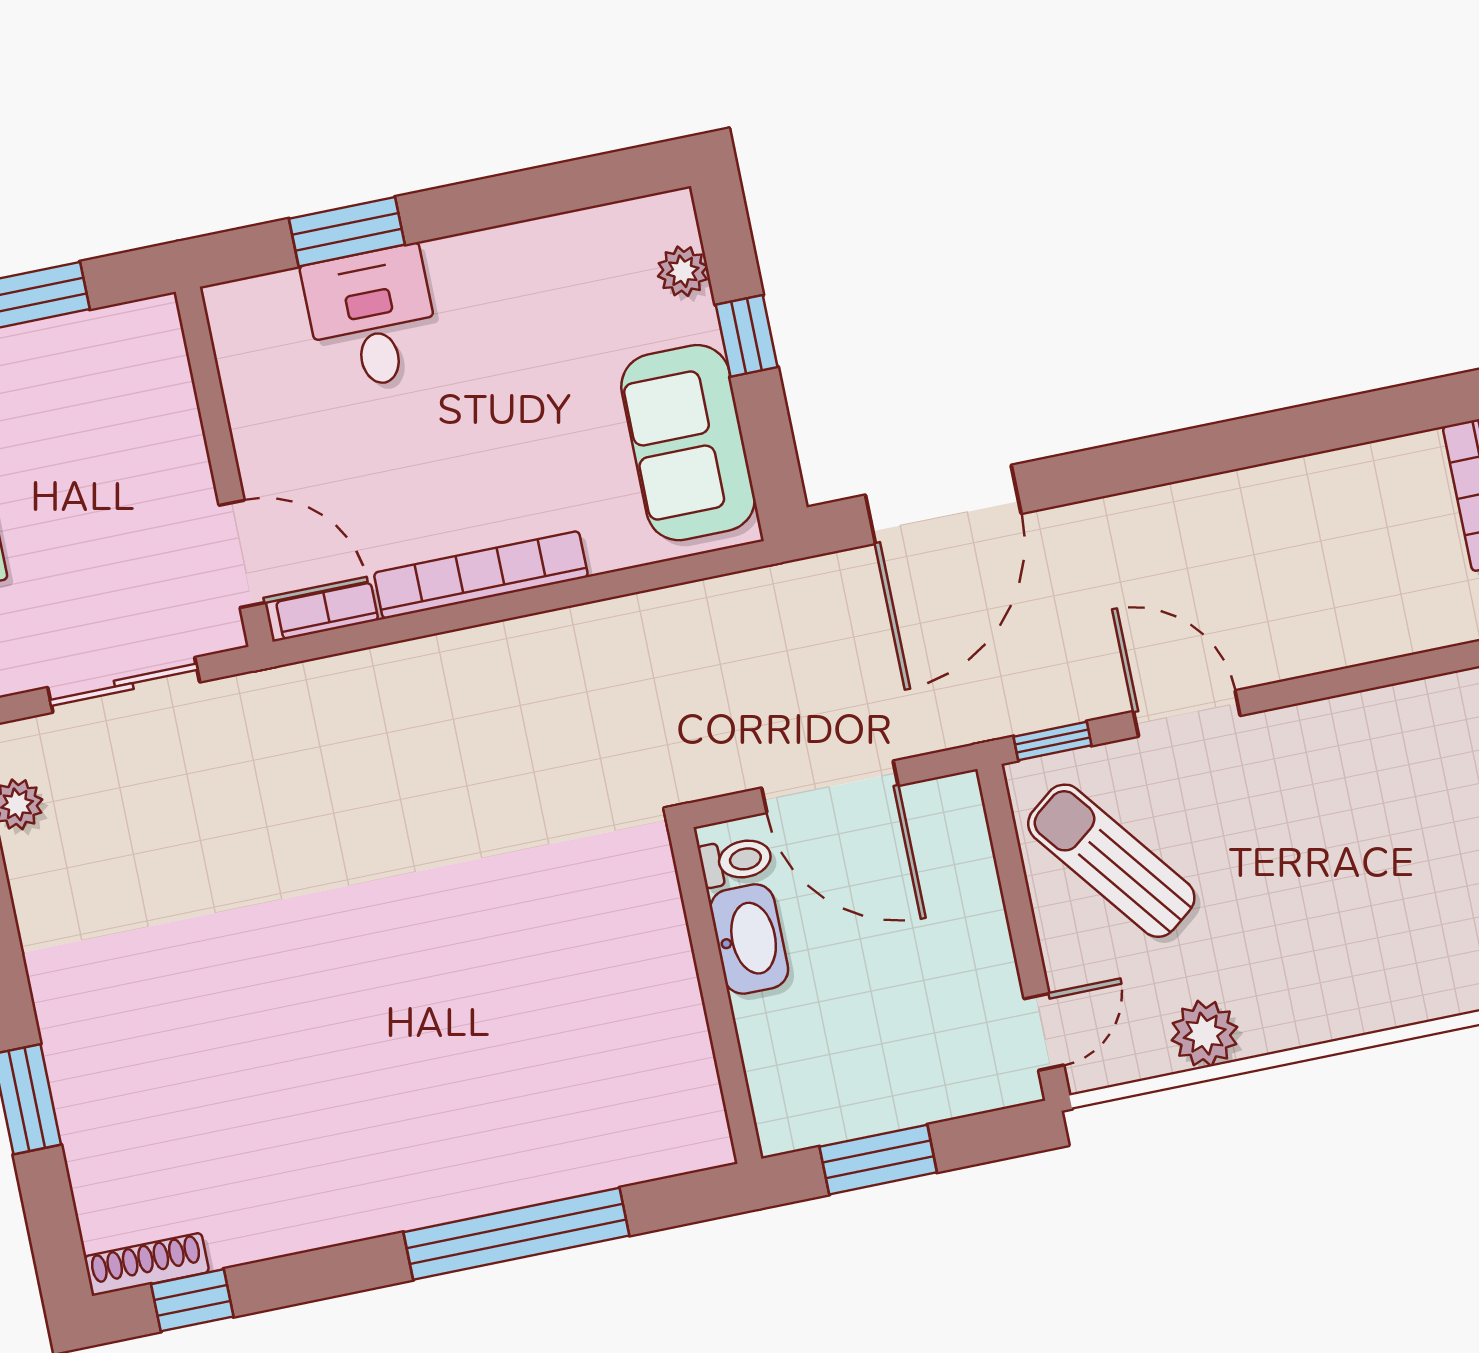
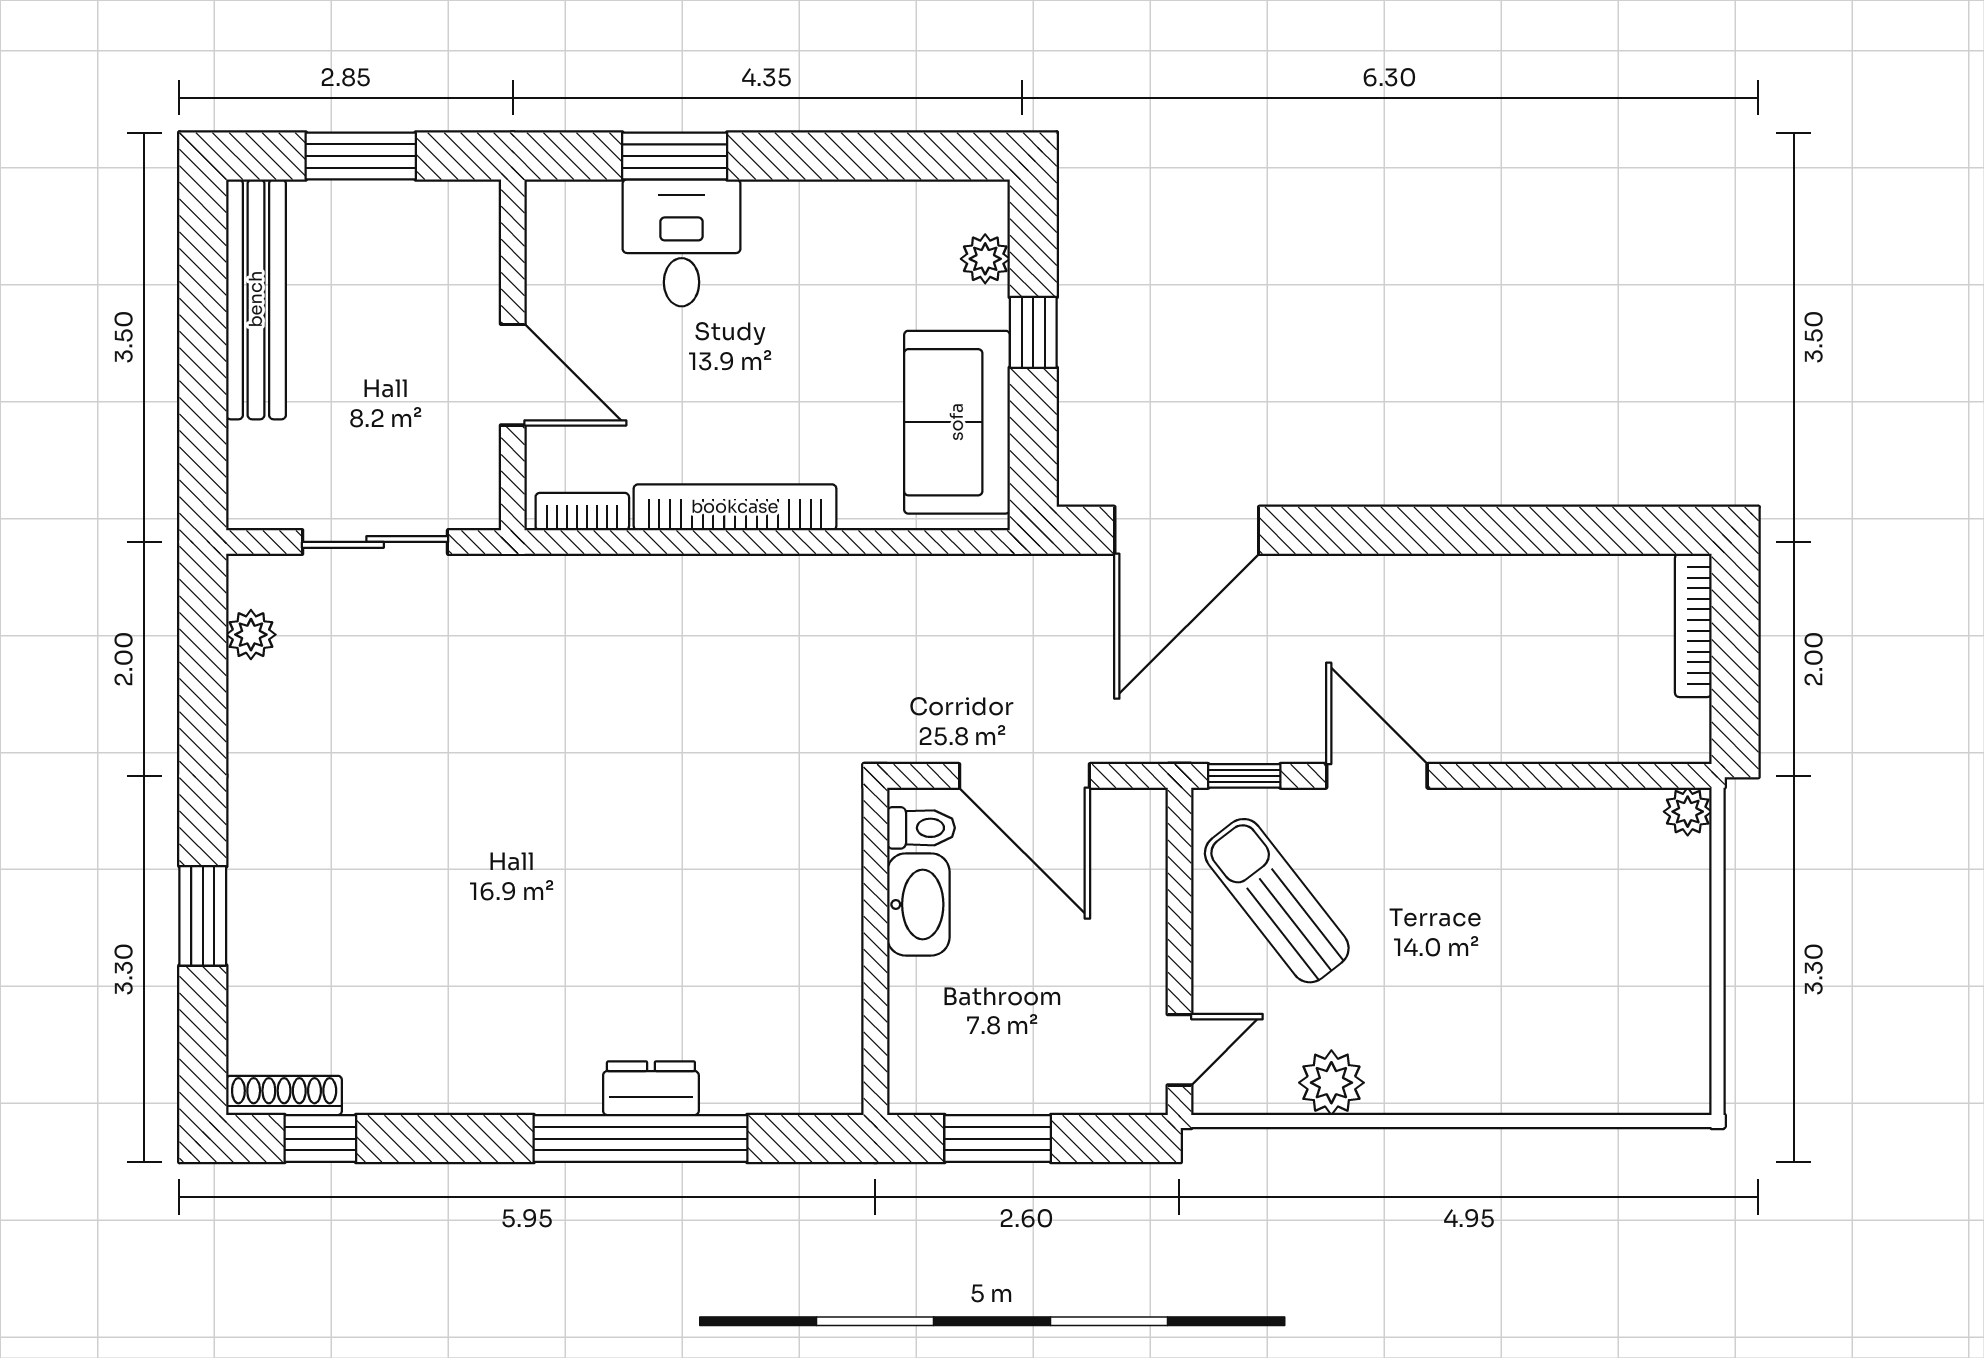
door: (242, 554) -> (513, 375), moved
dresser: (517, 1181) -> (651, 1088), added

